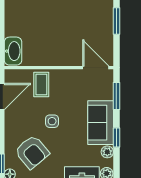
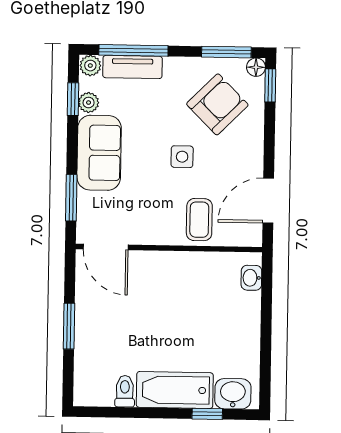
washbasin: (13, 51) -> (251, 278), width x0.52, depth x0.69
window: (116, 138) -> (73, 99), moved
armchair: (32, 152) -> (217, 104), turned 85

